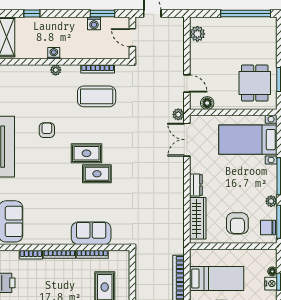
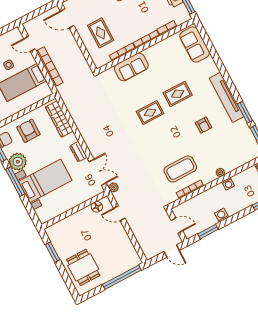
window: (246, 14) -> (122, 277), moved
washing machine: (94, 23) -> (222, 215), moved
plant: (197, 34) -> (131, 254), removed
dining table: (255, 83) -> (83, 267), moved
bed with nightstands: (248, 140) -> (45, 181), moved
rug: (86, 153) -> (178, 94), moved
dresser: (196, 185) -> (78, 152), moved
plant: (271, 201) -> (18, 162), width x1.87, depth x1.87

